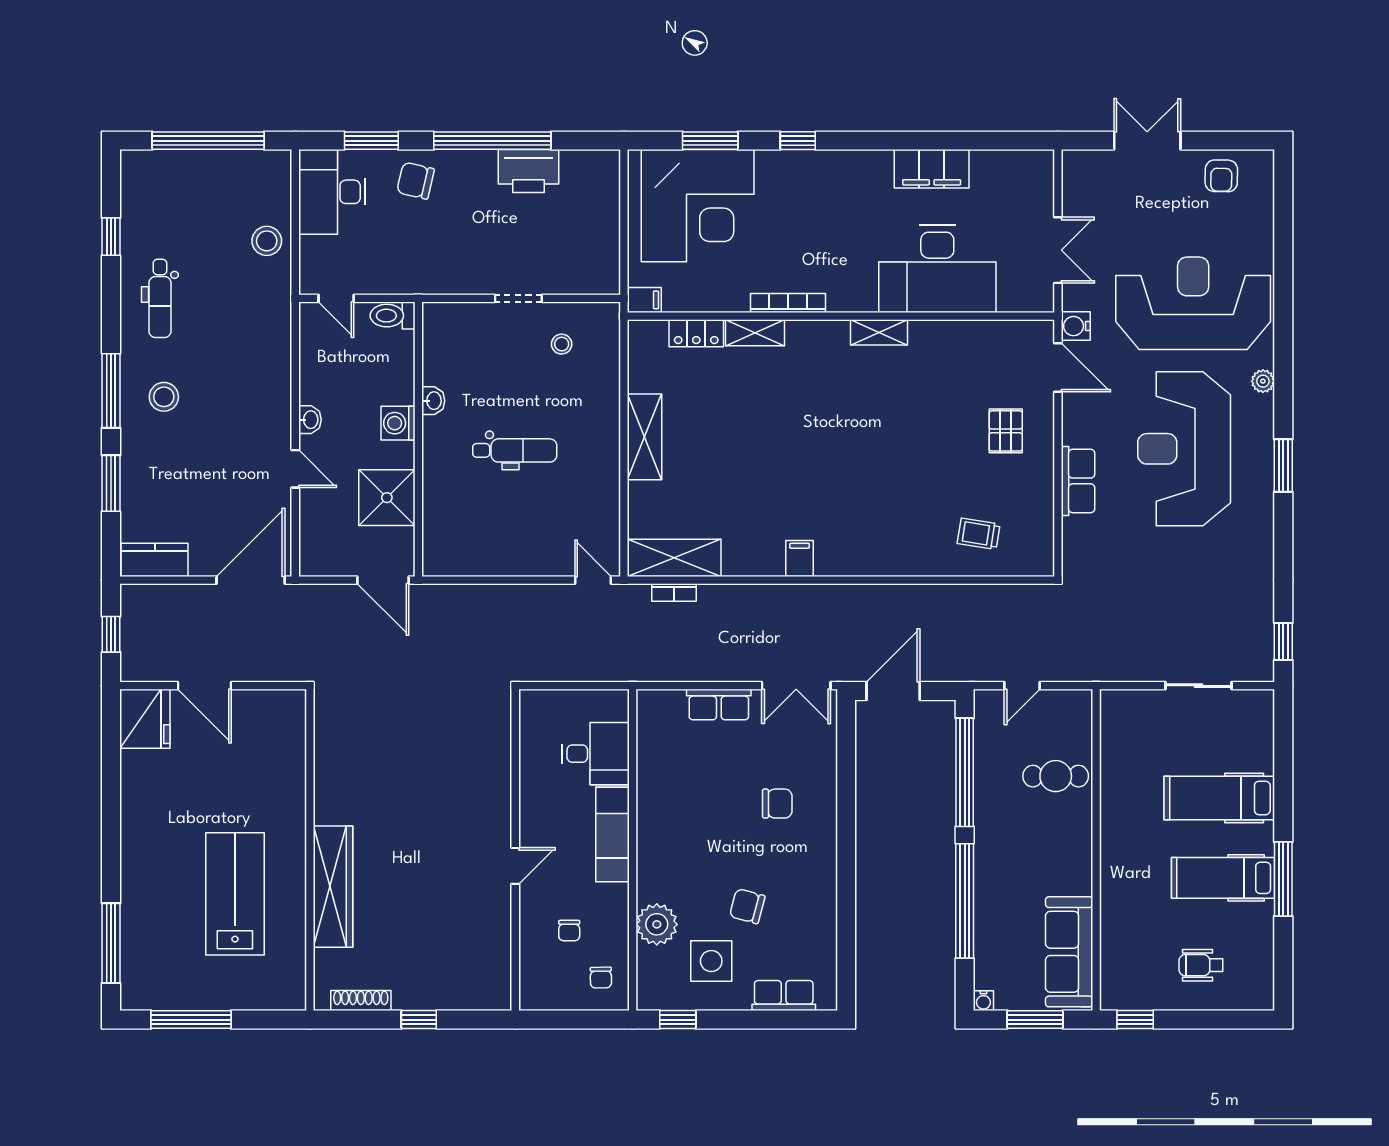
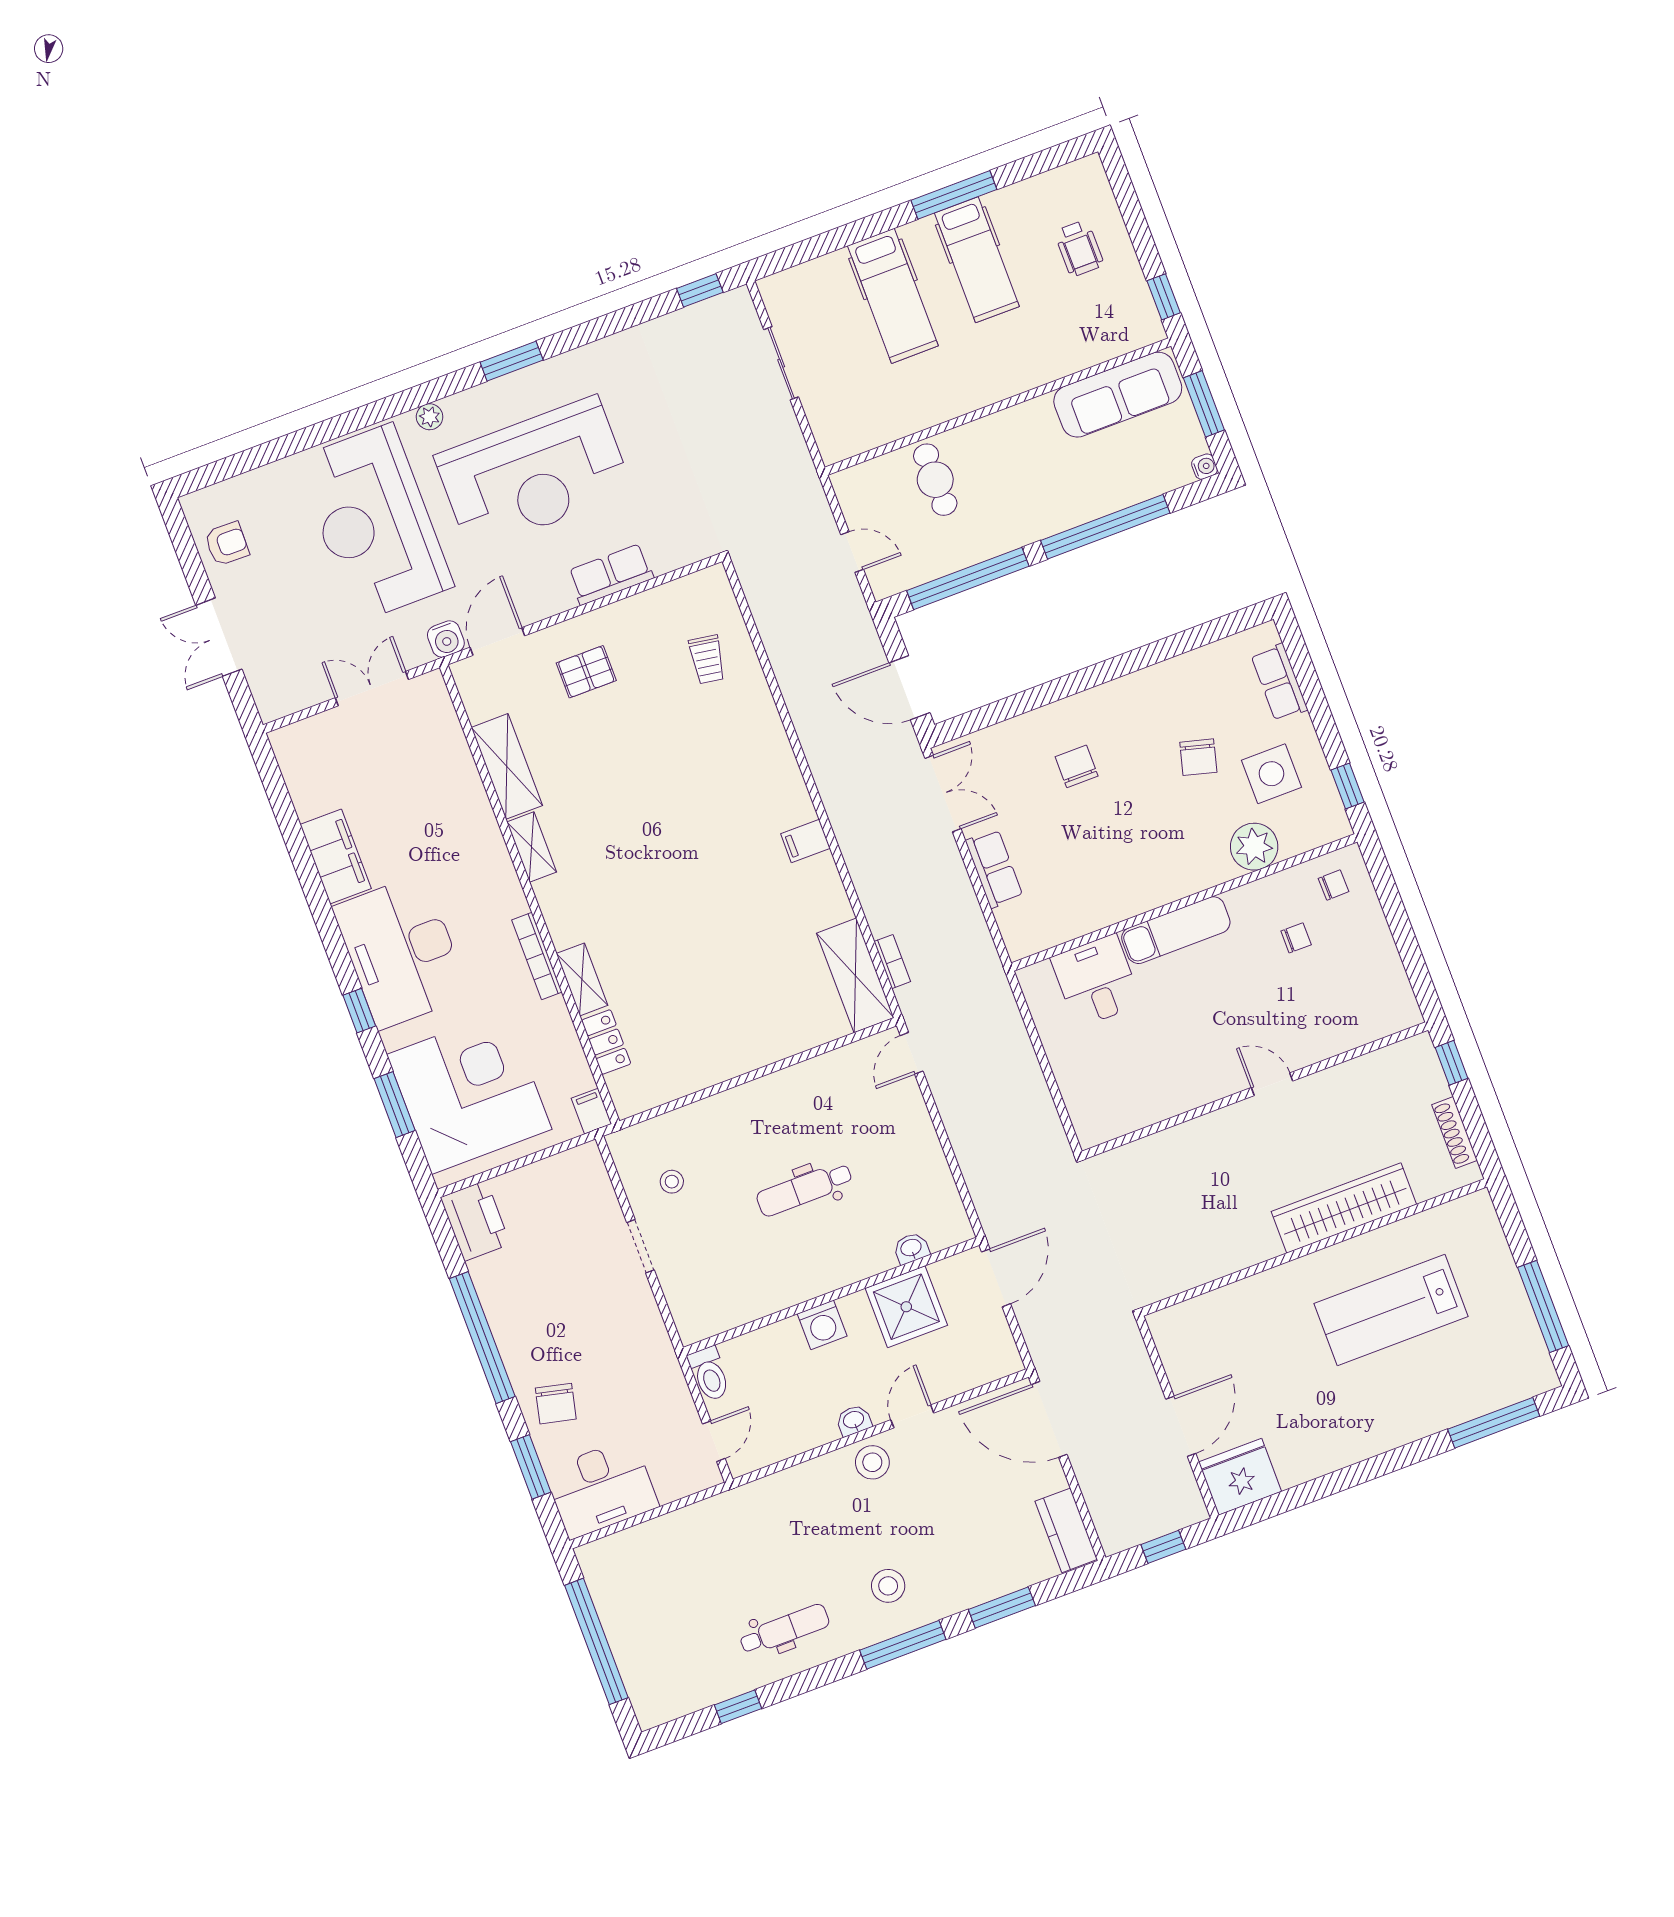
printer: (529, 171) -> (475, 1221), moved
stool: (267, 241) -> (872, 1462), moved
desk: (937, 269) -> (401, 952), moved, turned 180
washbasin: (433, 401) -> (911, 1248), moved
shelving: (645, 437) -> (507, 766), moved, turned 90
dental chair: (515, 450) -> (804, 1189), turned -90
wall: (515, 850) -> (1255, 1091), moved
door: (515, 866) -> (1272, 1084), moved

